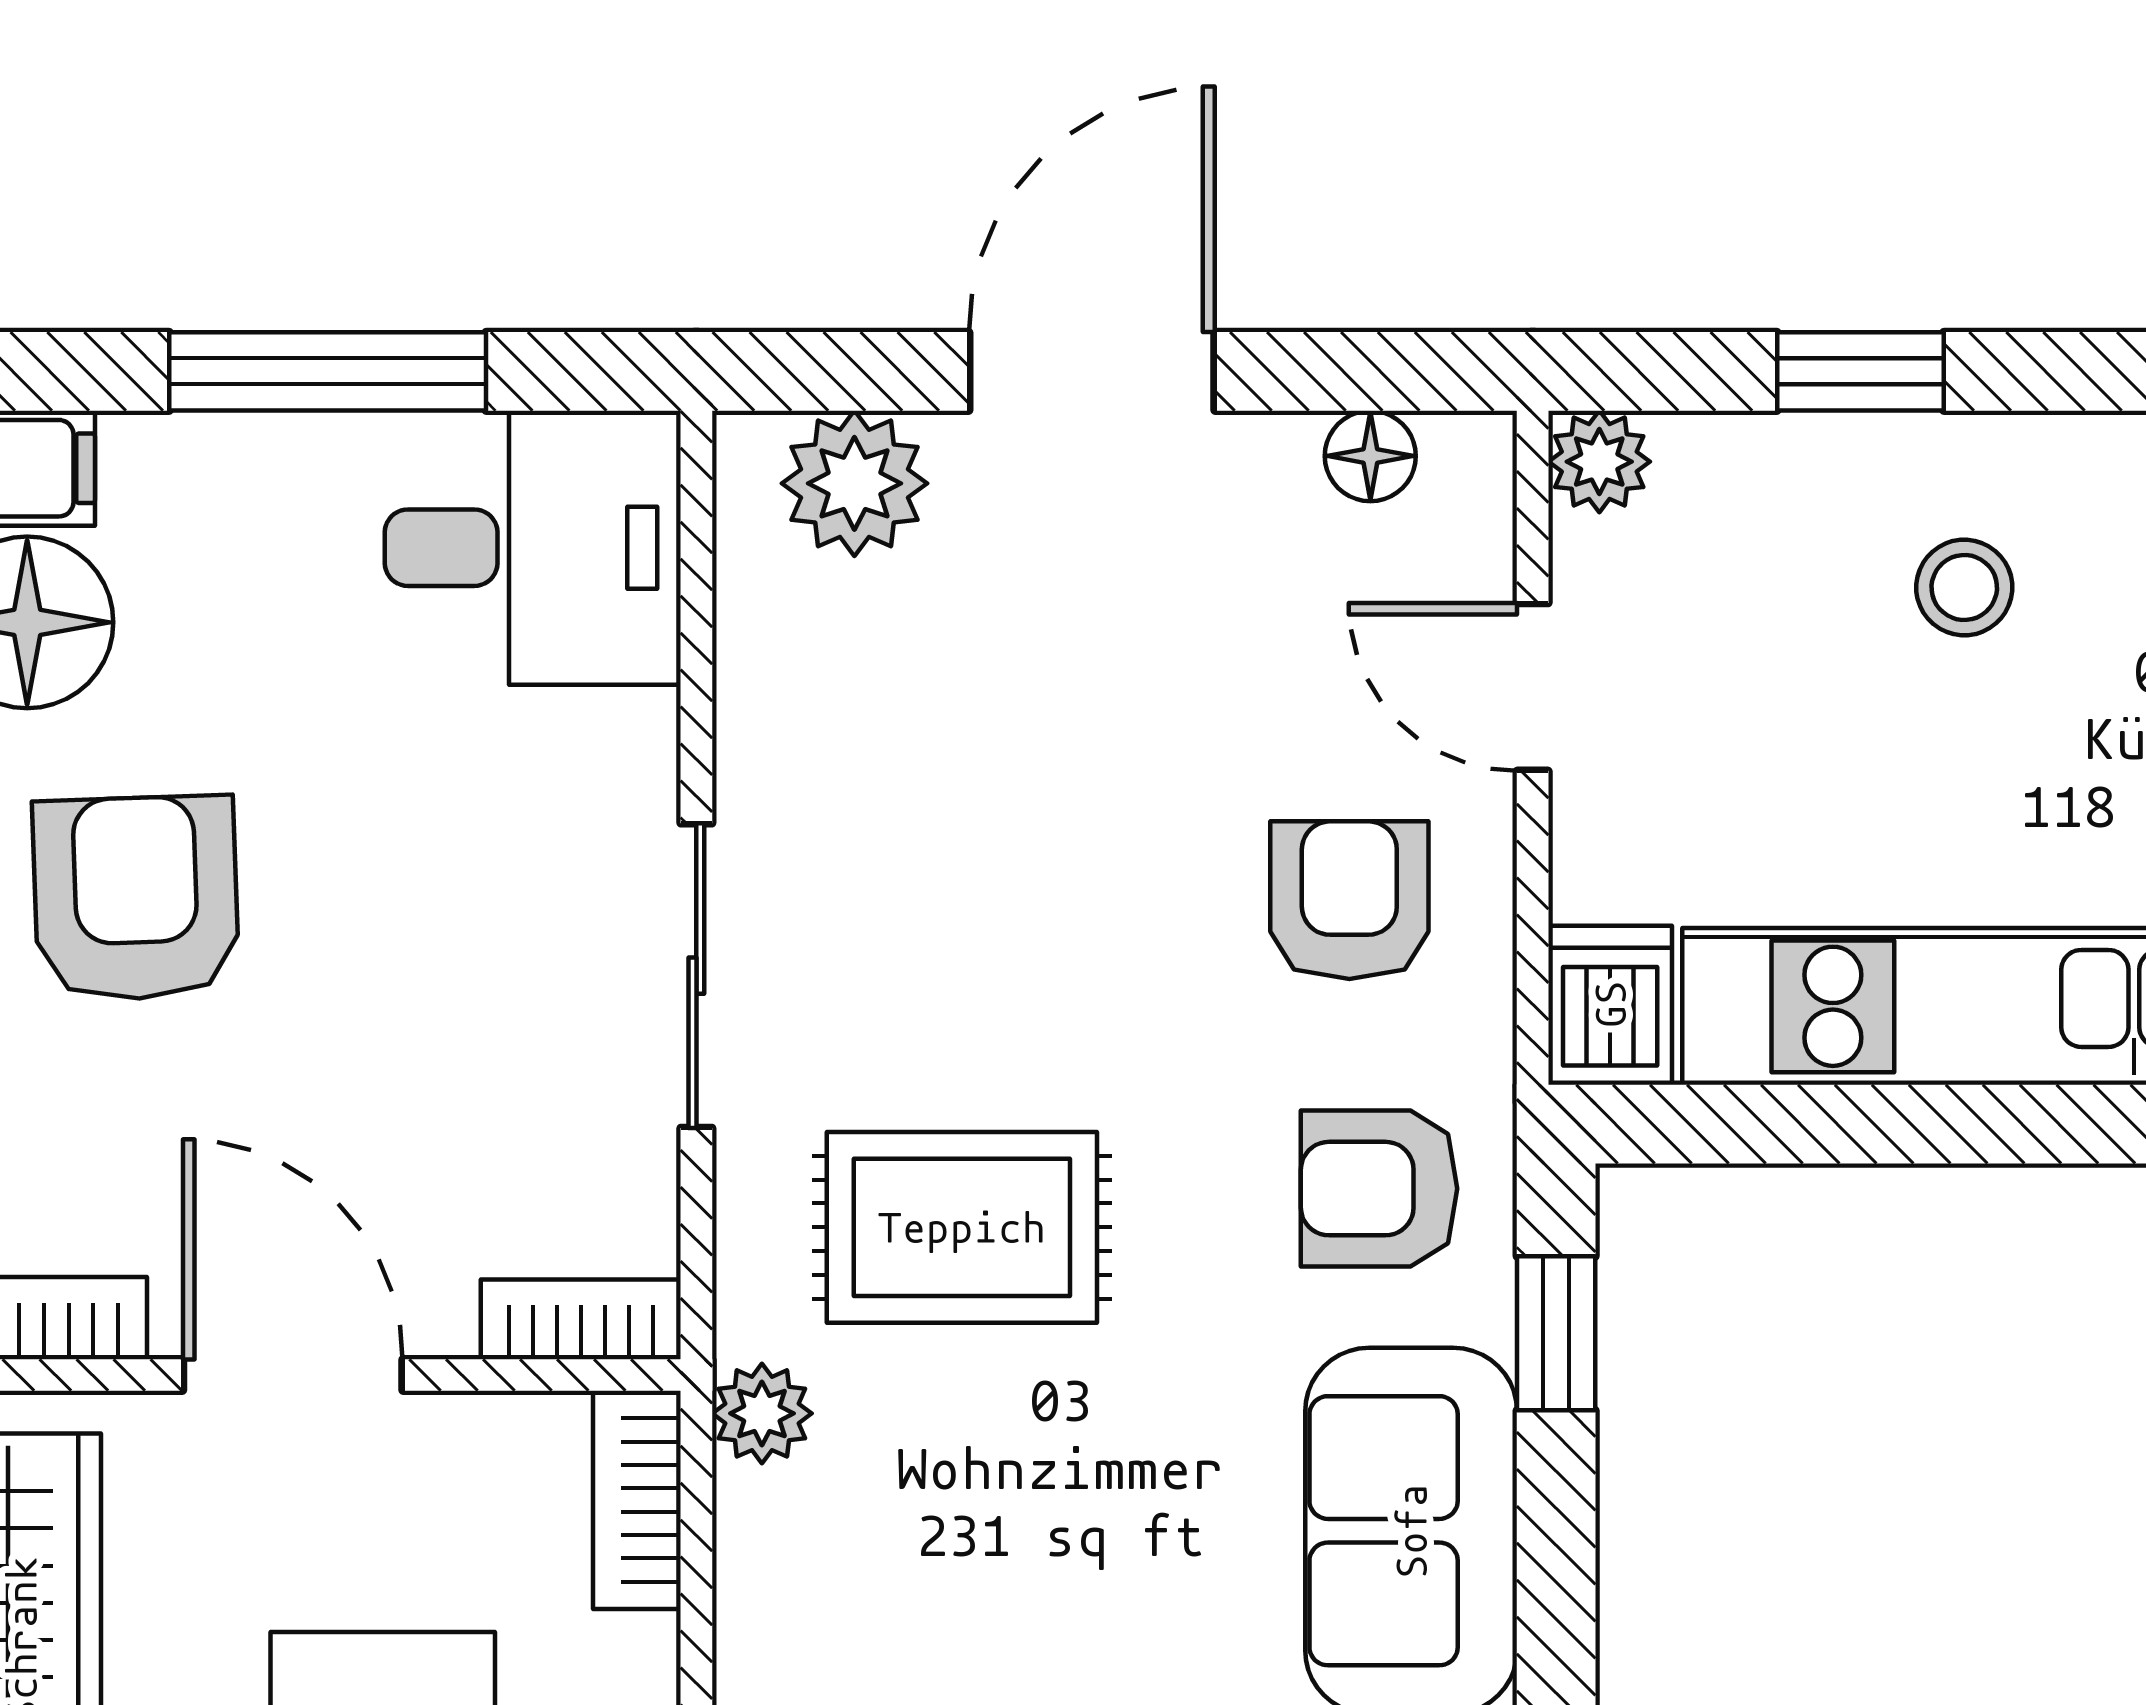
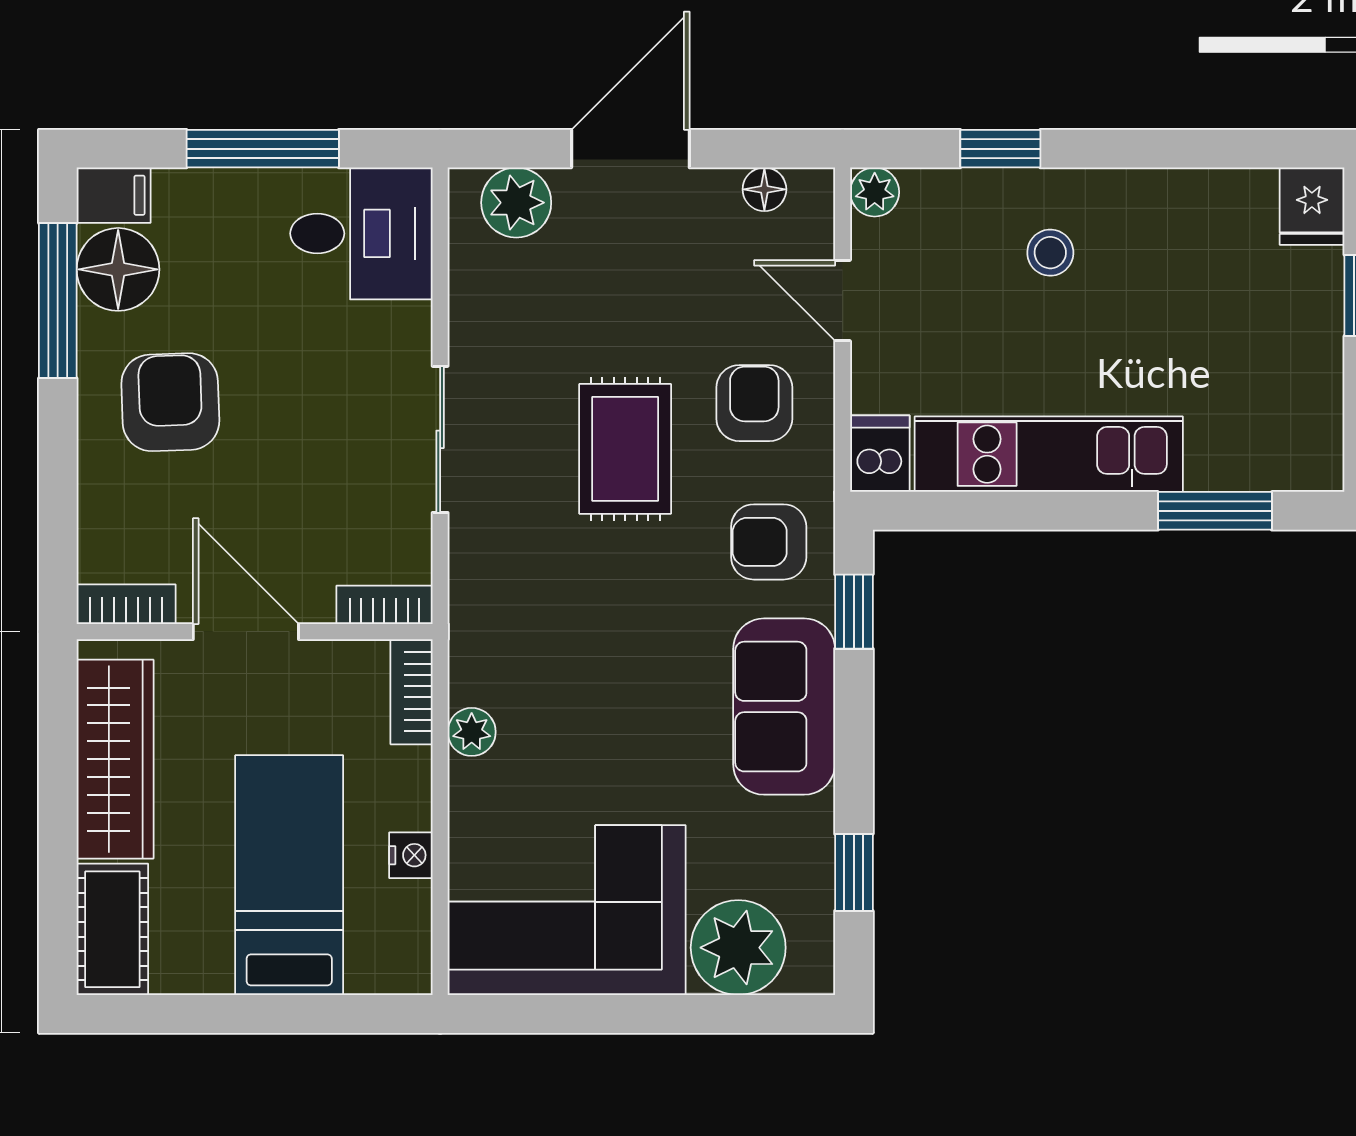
rug: (962, 1227) -> (625, 449), moved, turned 90
plant: (762, 1413) -> (472, 732), moved

